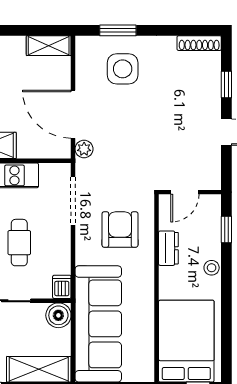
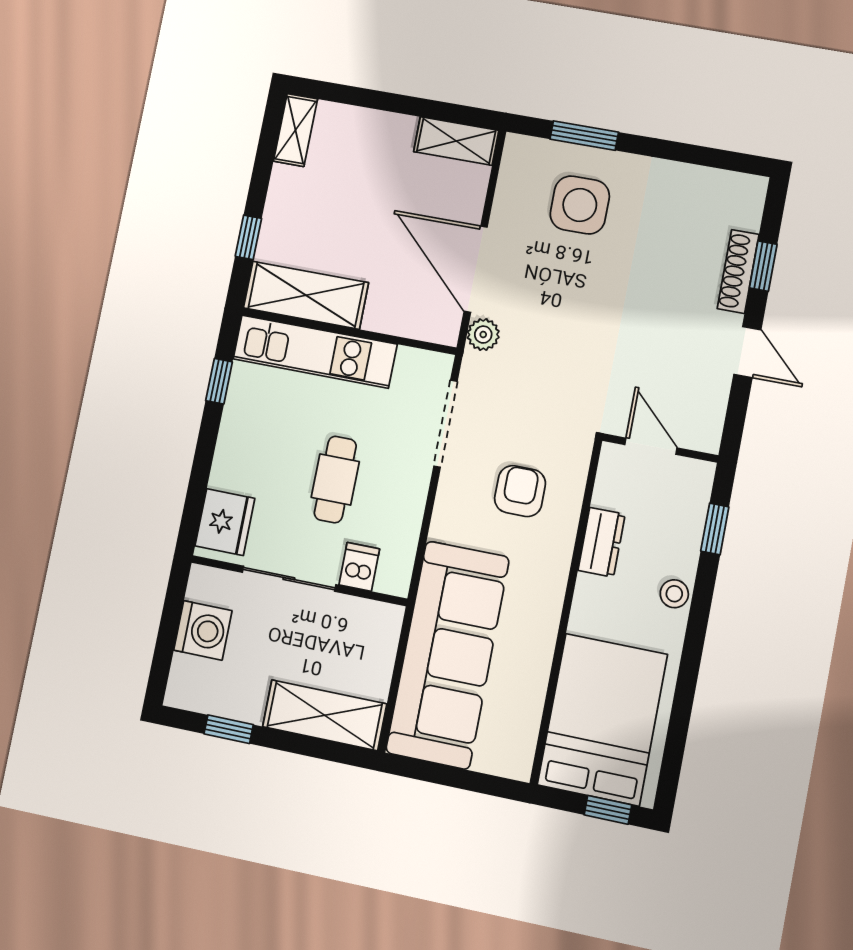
shoe rack: (199, 43) -> (738, 271), moved, turned 90
door: (185, 192) -> (651, 446), swing flipped
armchair: (120, 229) -> (520, 491), width x0.72, depth x0.72
dishwasher: (62, 287) -> (359, 567), moved
boiler: (58, 315) -> (379, 624), removed

